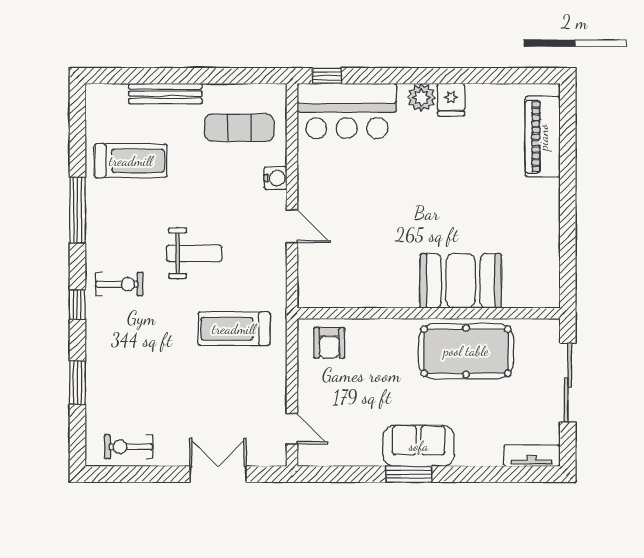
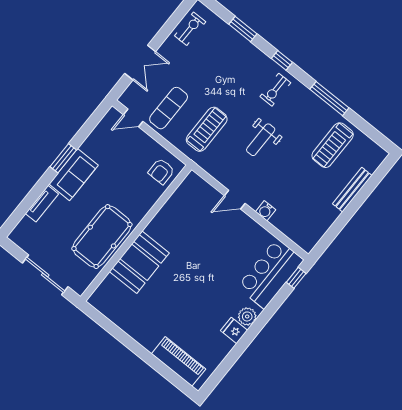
exercise mat: (239, 128) -> (169, 108), moved
armchair: (329, 343) -> (161, 171), turned -90
tv unit: (532, 456) -> (42, 204), moved

